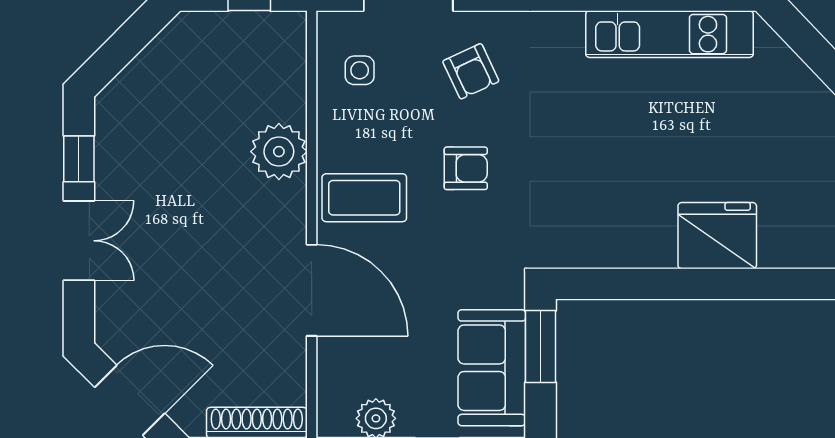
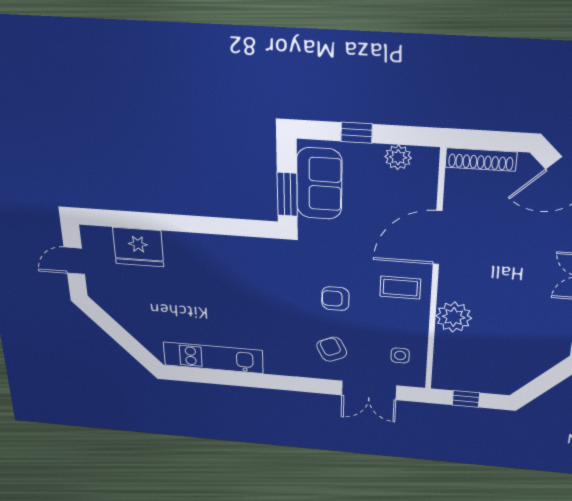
coffee table: (364, 198) -> (400, 288), width x0.73, depth x0.77
fridge: (717, 236) -> (138, 247), moved
door: (312, 290) -> (438, 238), hinge flipped

